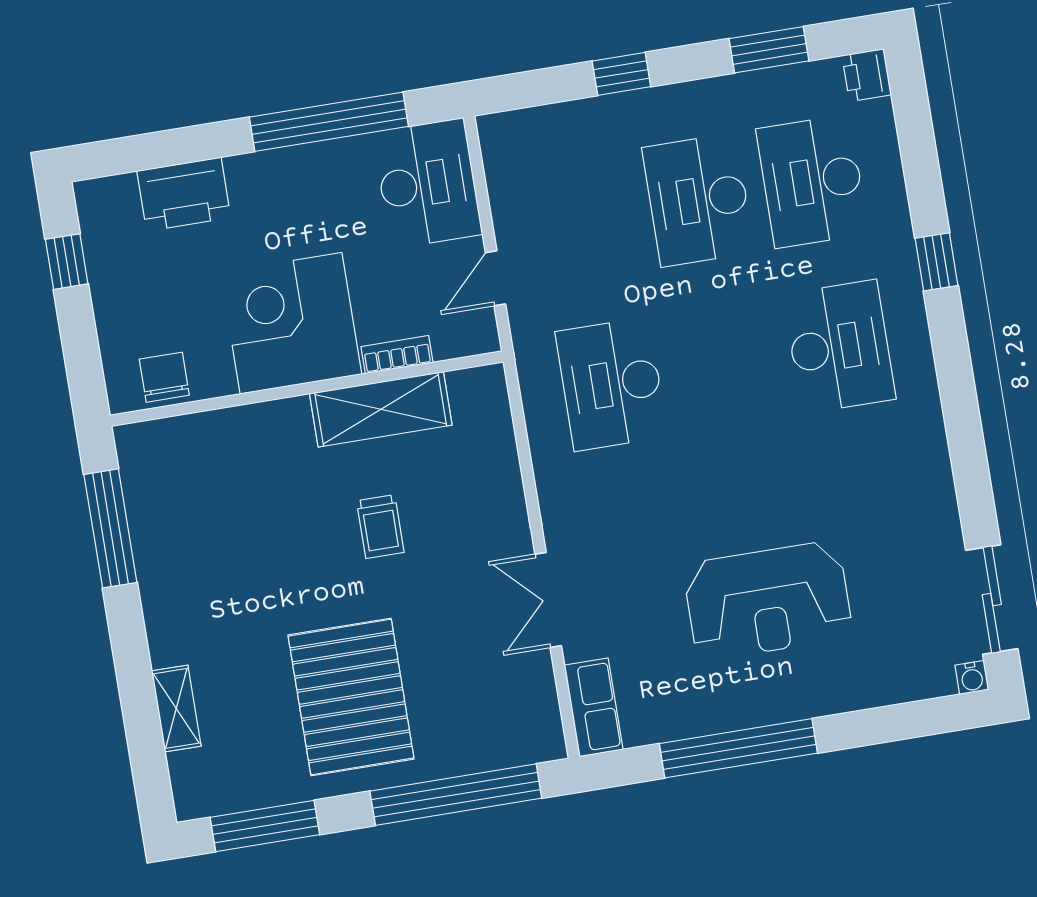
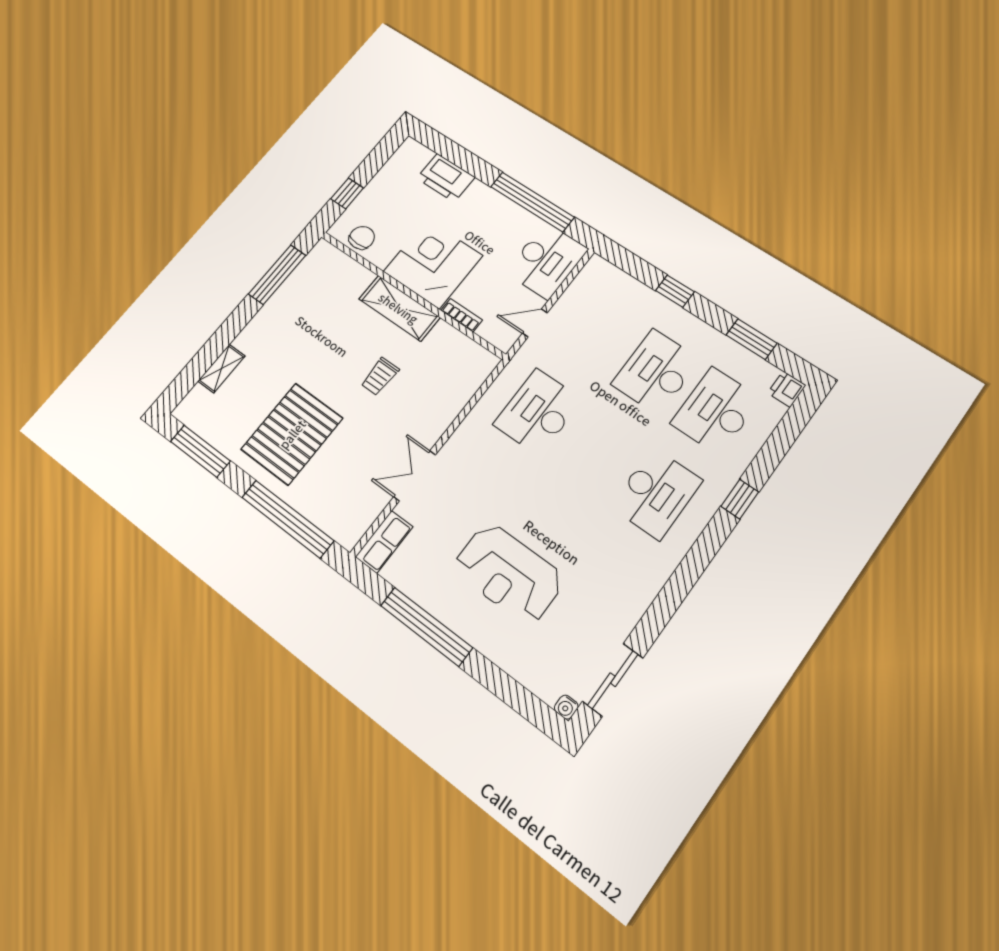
window: (67, 262) -> (347, 193), moved
shelving: (381, 409) -> (399, 308), moved

